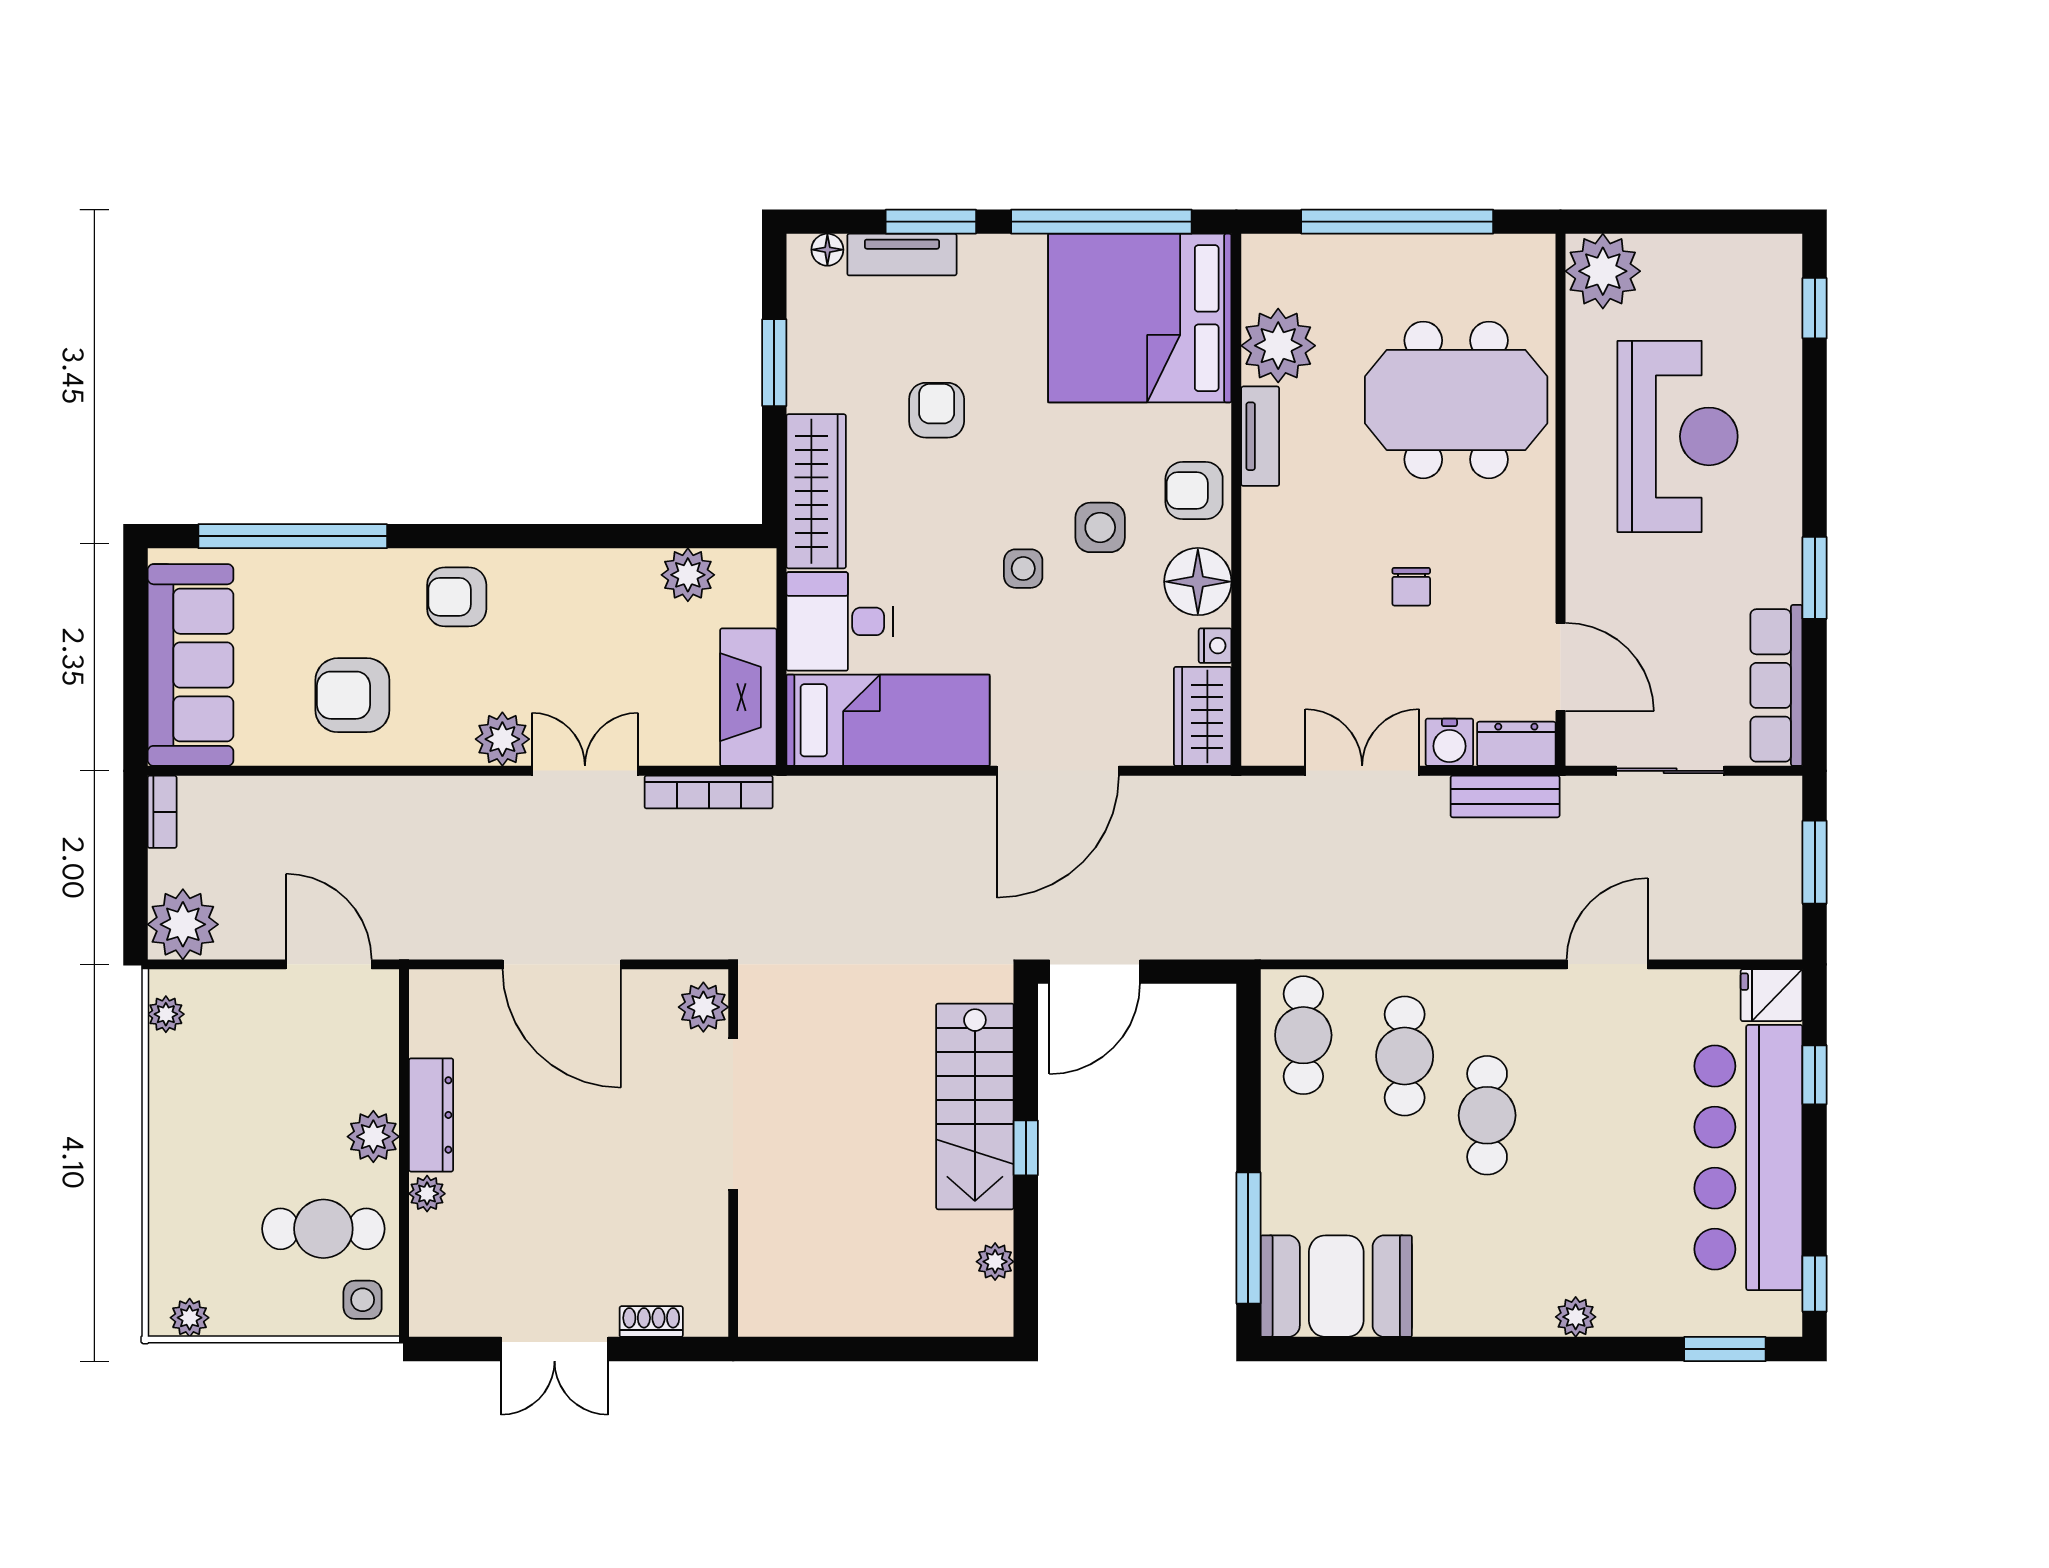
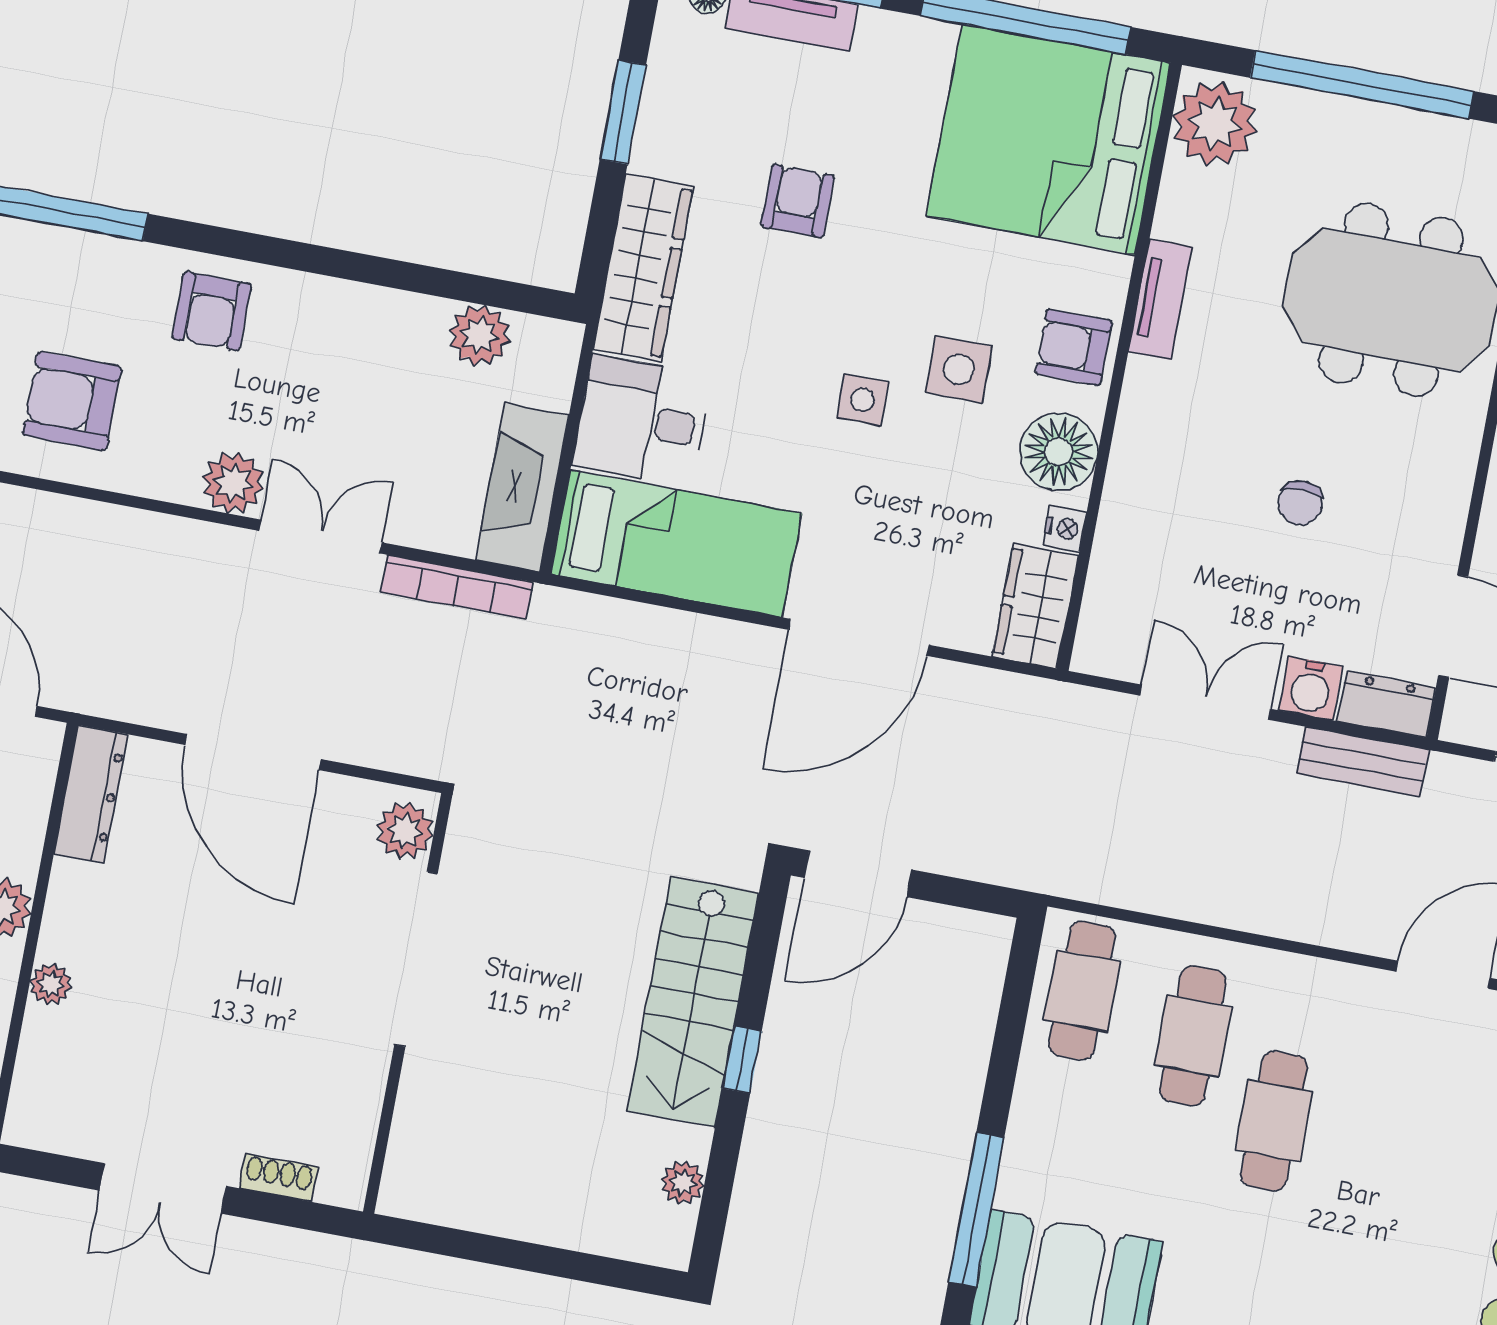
plant: (1278, 346) -> (1215, 123), moved
armchair: (457, 597) -> (212, 311), turned -90
dresser: (431, 1115) -> (91, 794), moved

